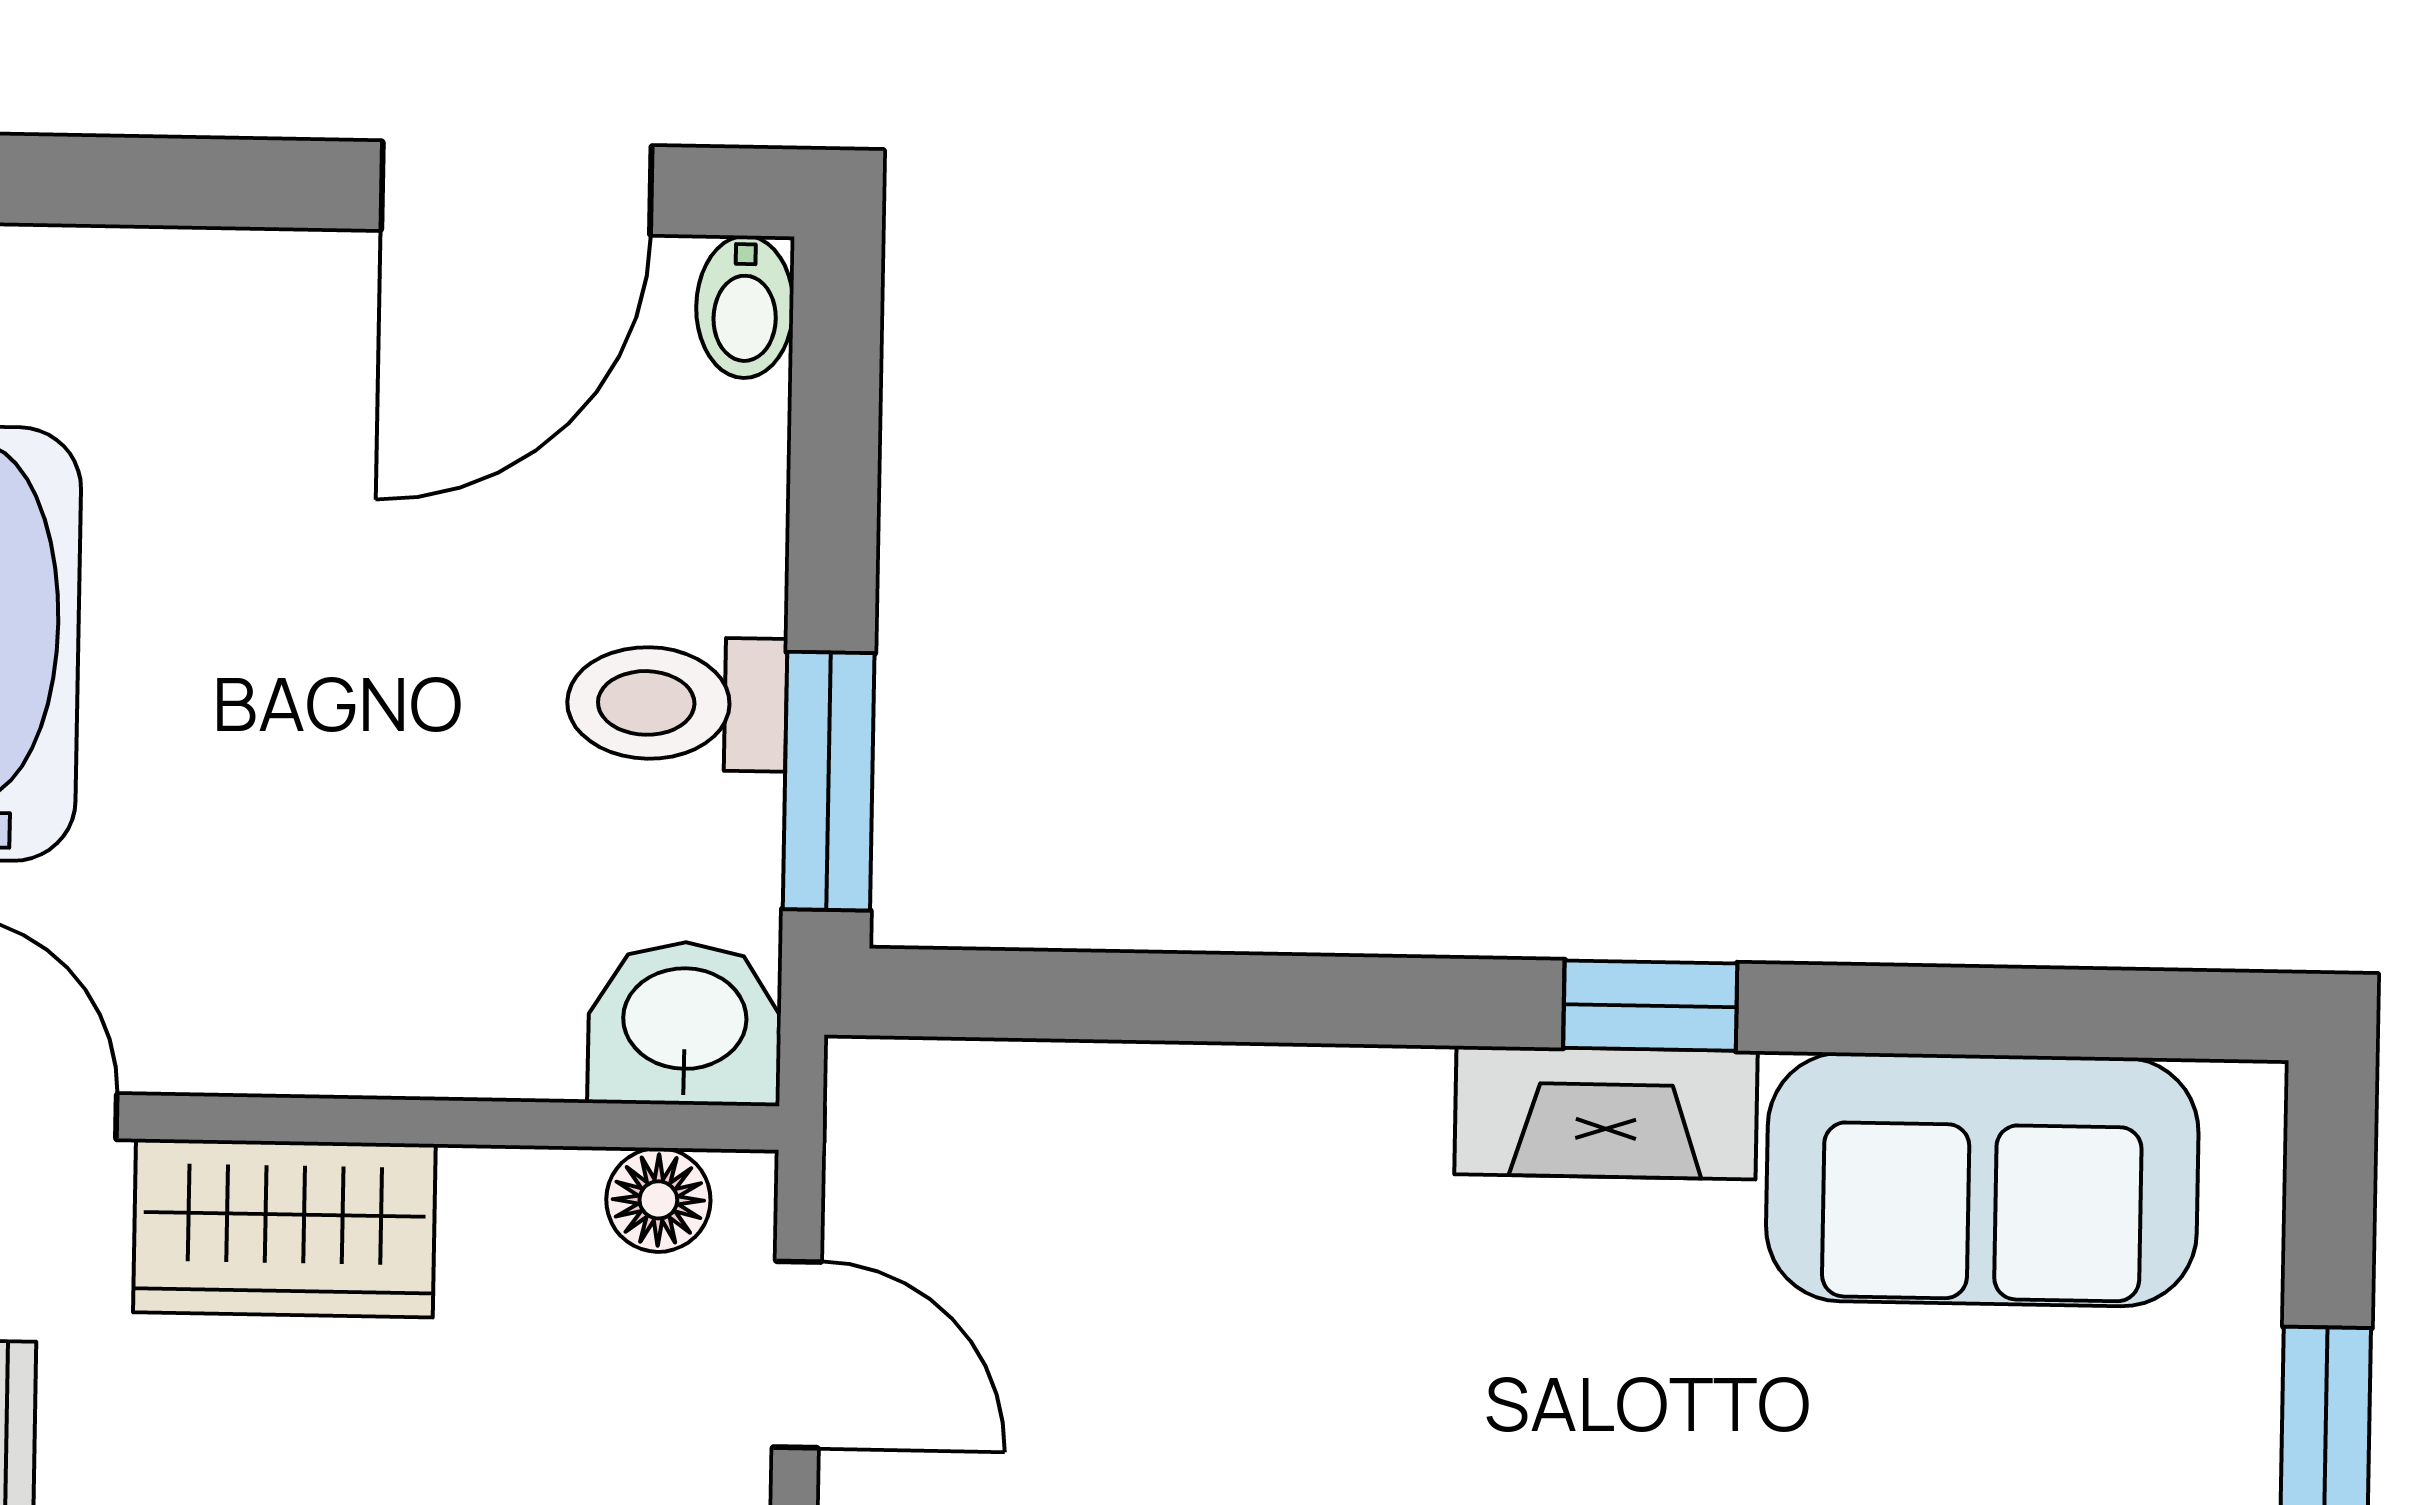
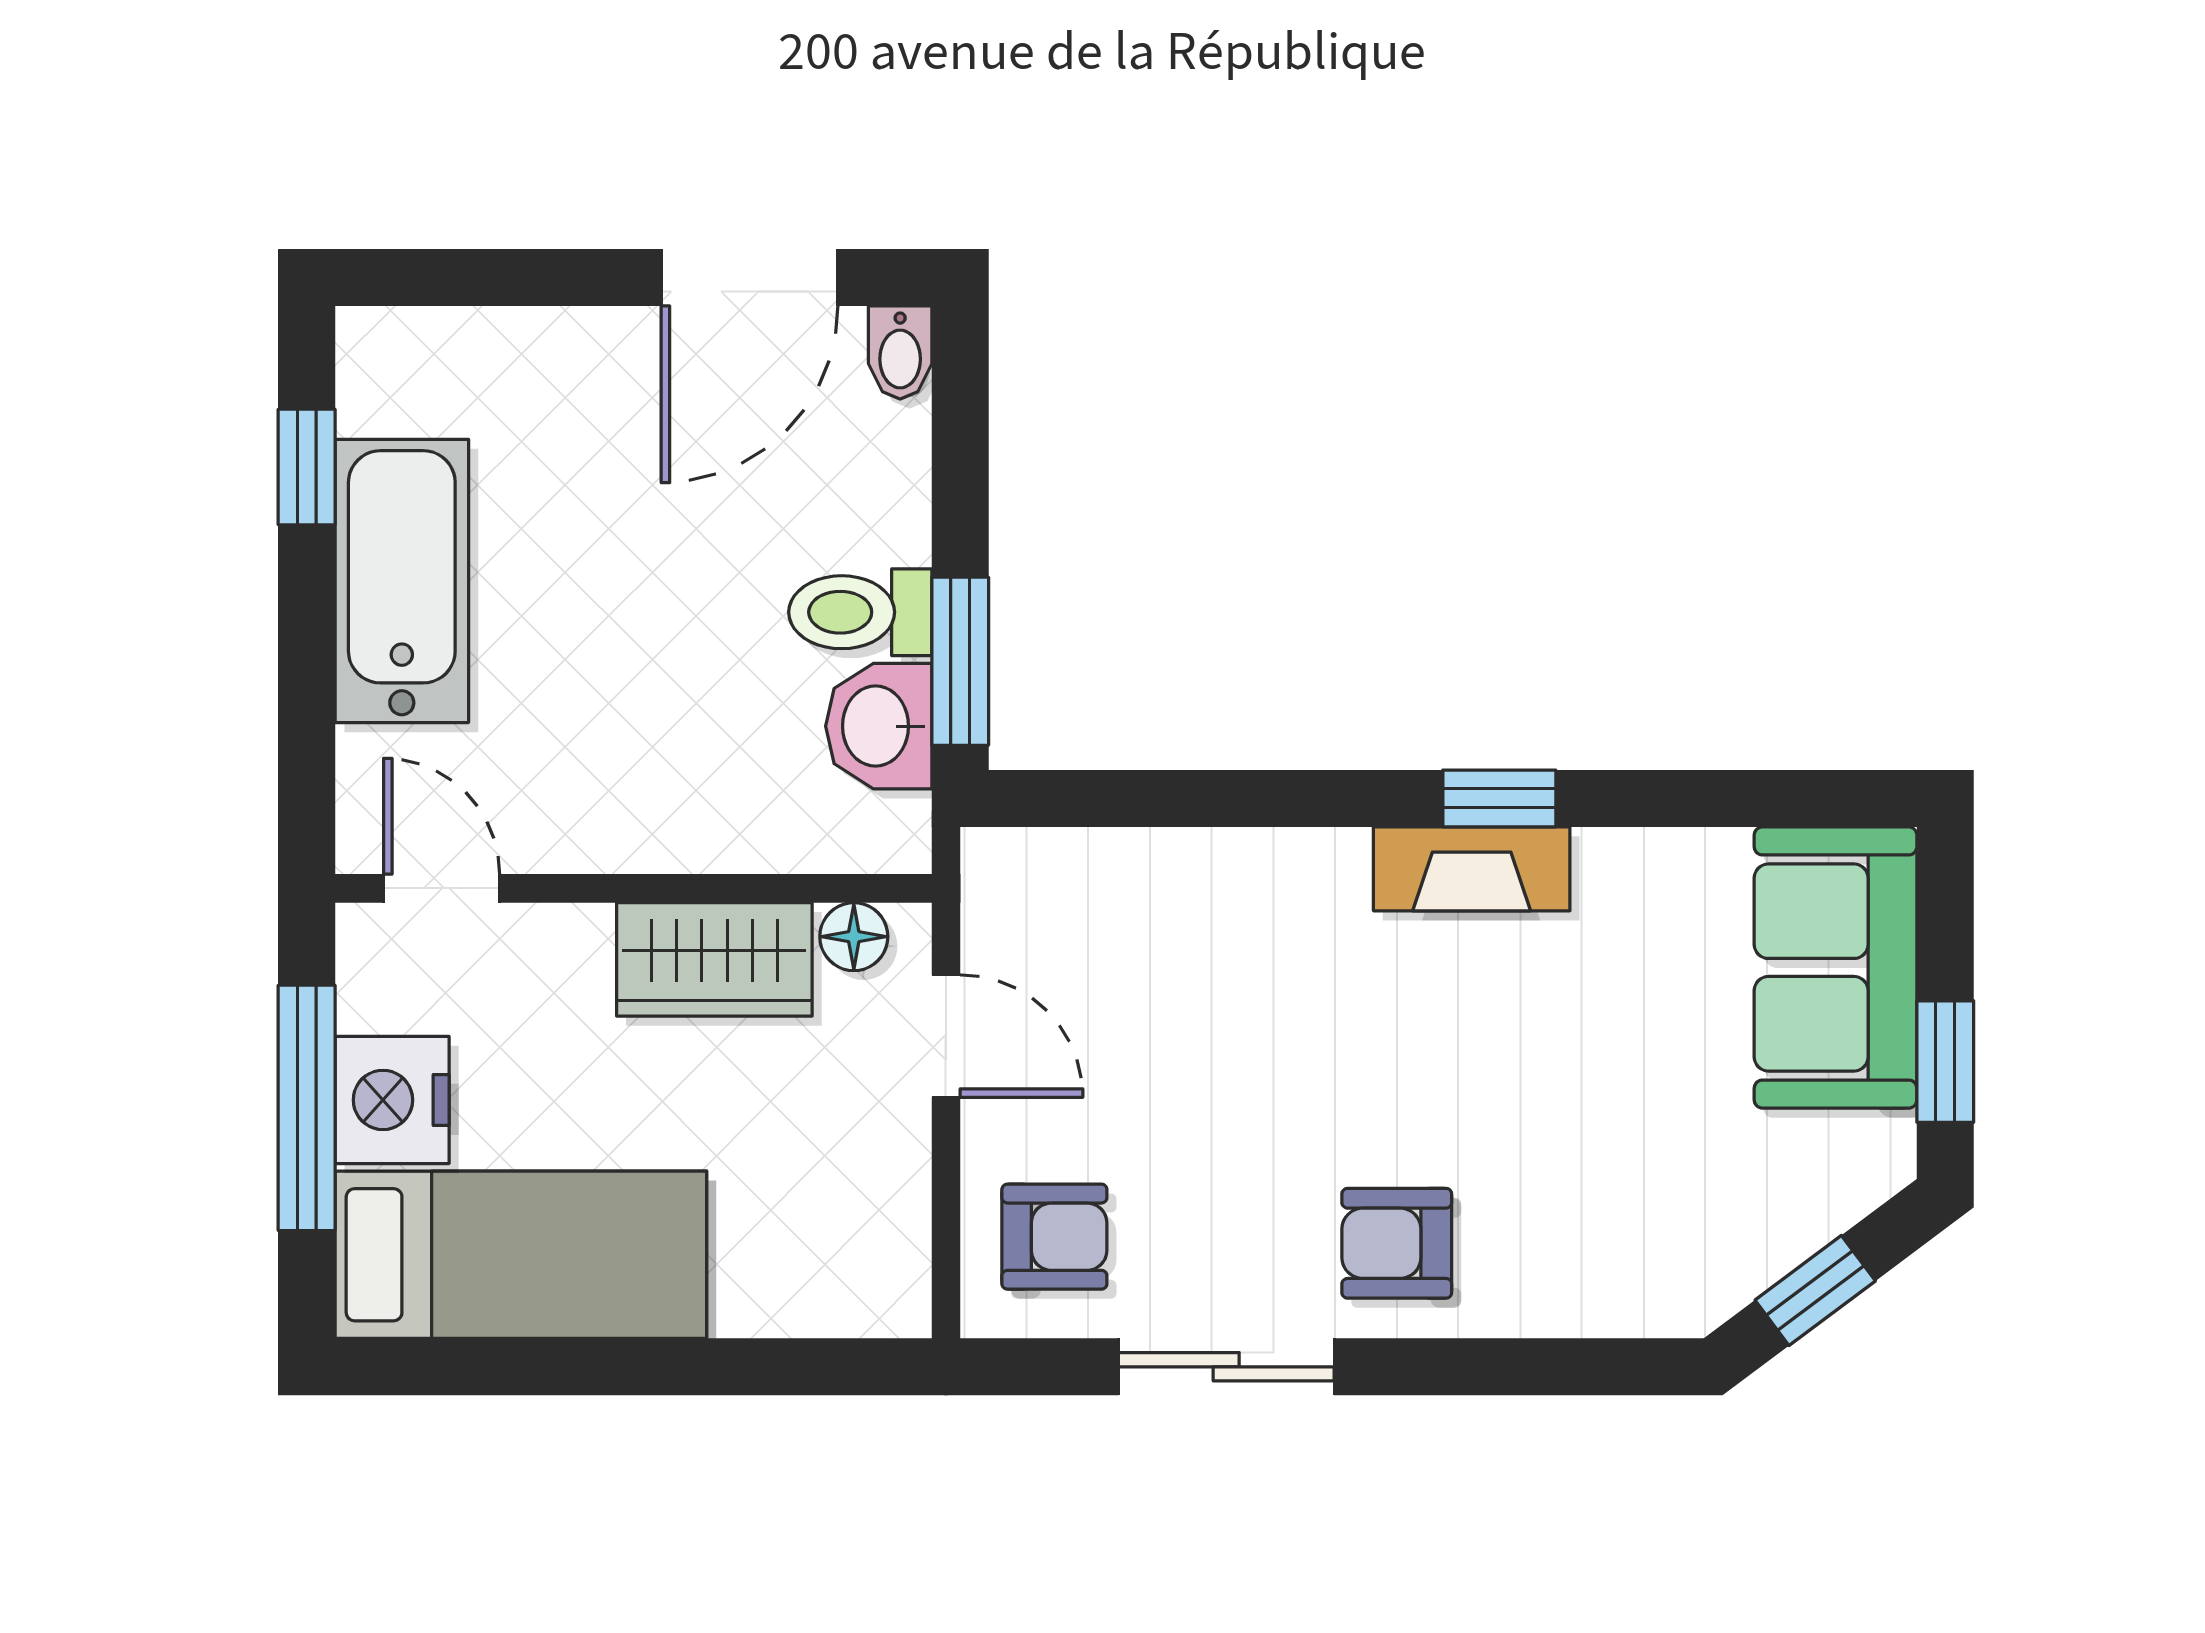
washbasin: (685, 1023) -> (879, 726), moved, turned -90
sofa: (1982, 1179) -> (1836, 967), moved, turned 90
wardrobe: (284, 1228) -> (714, 959), moved

